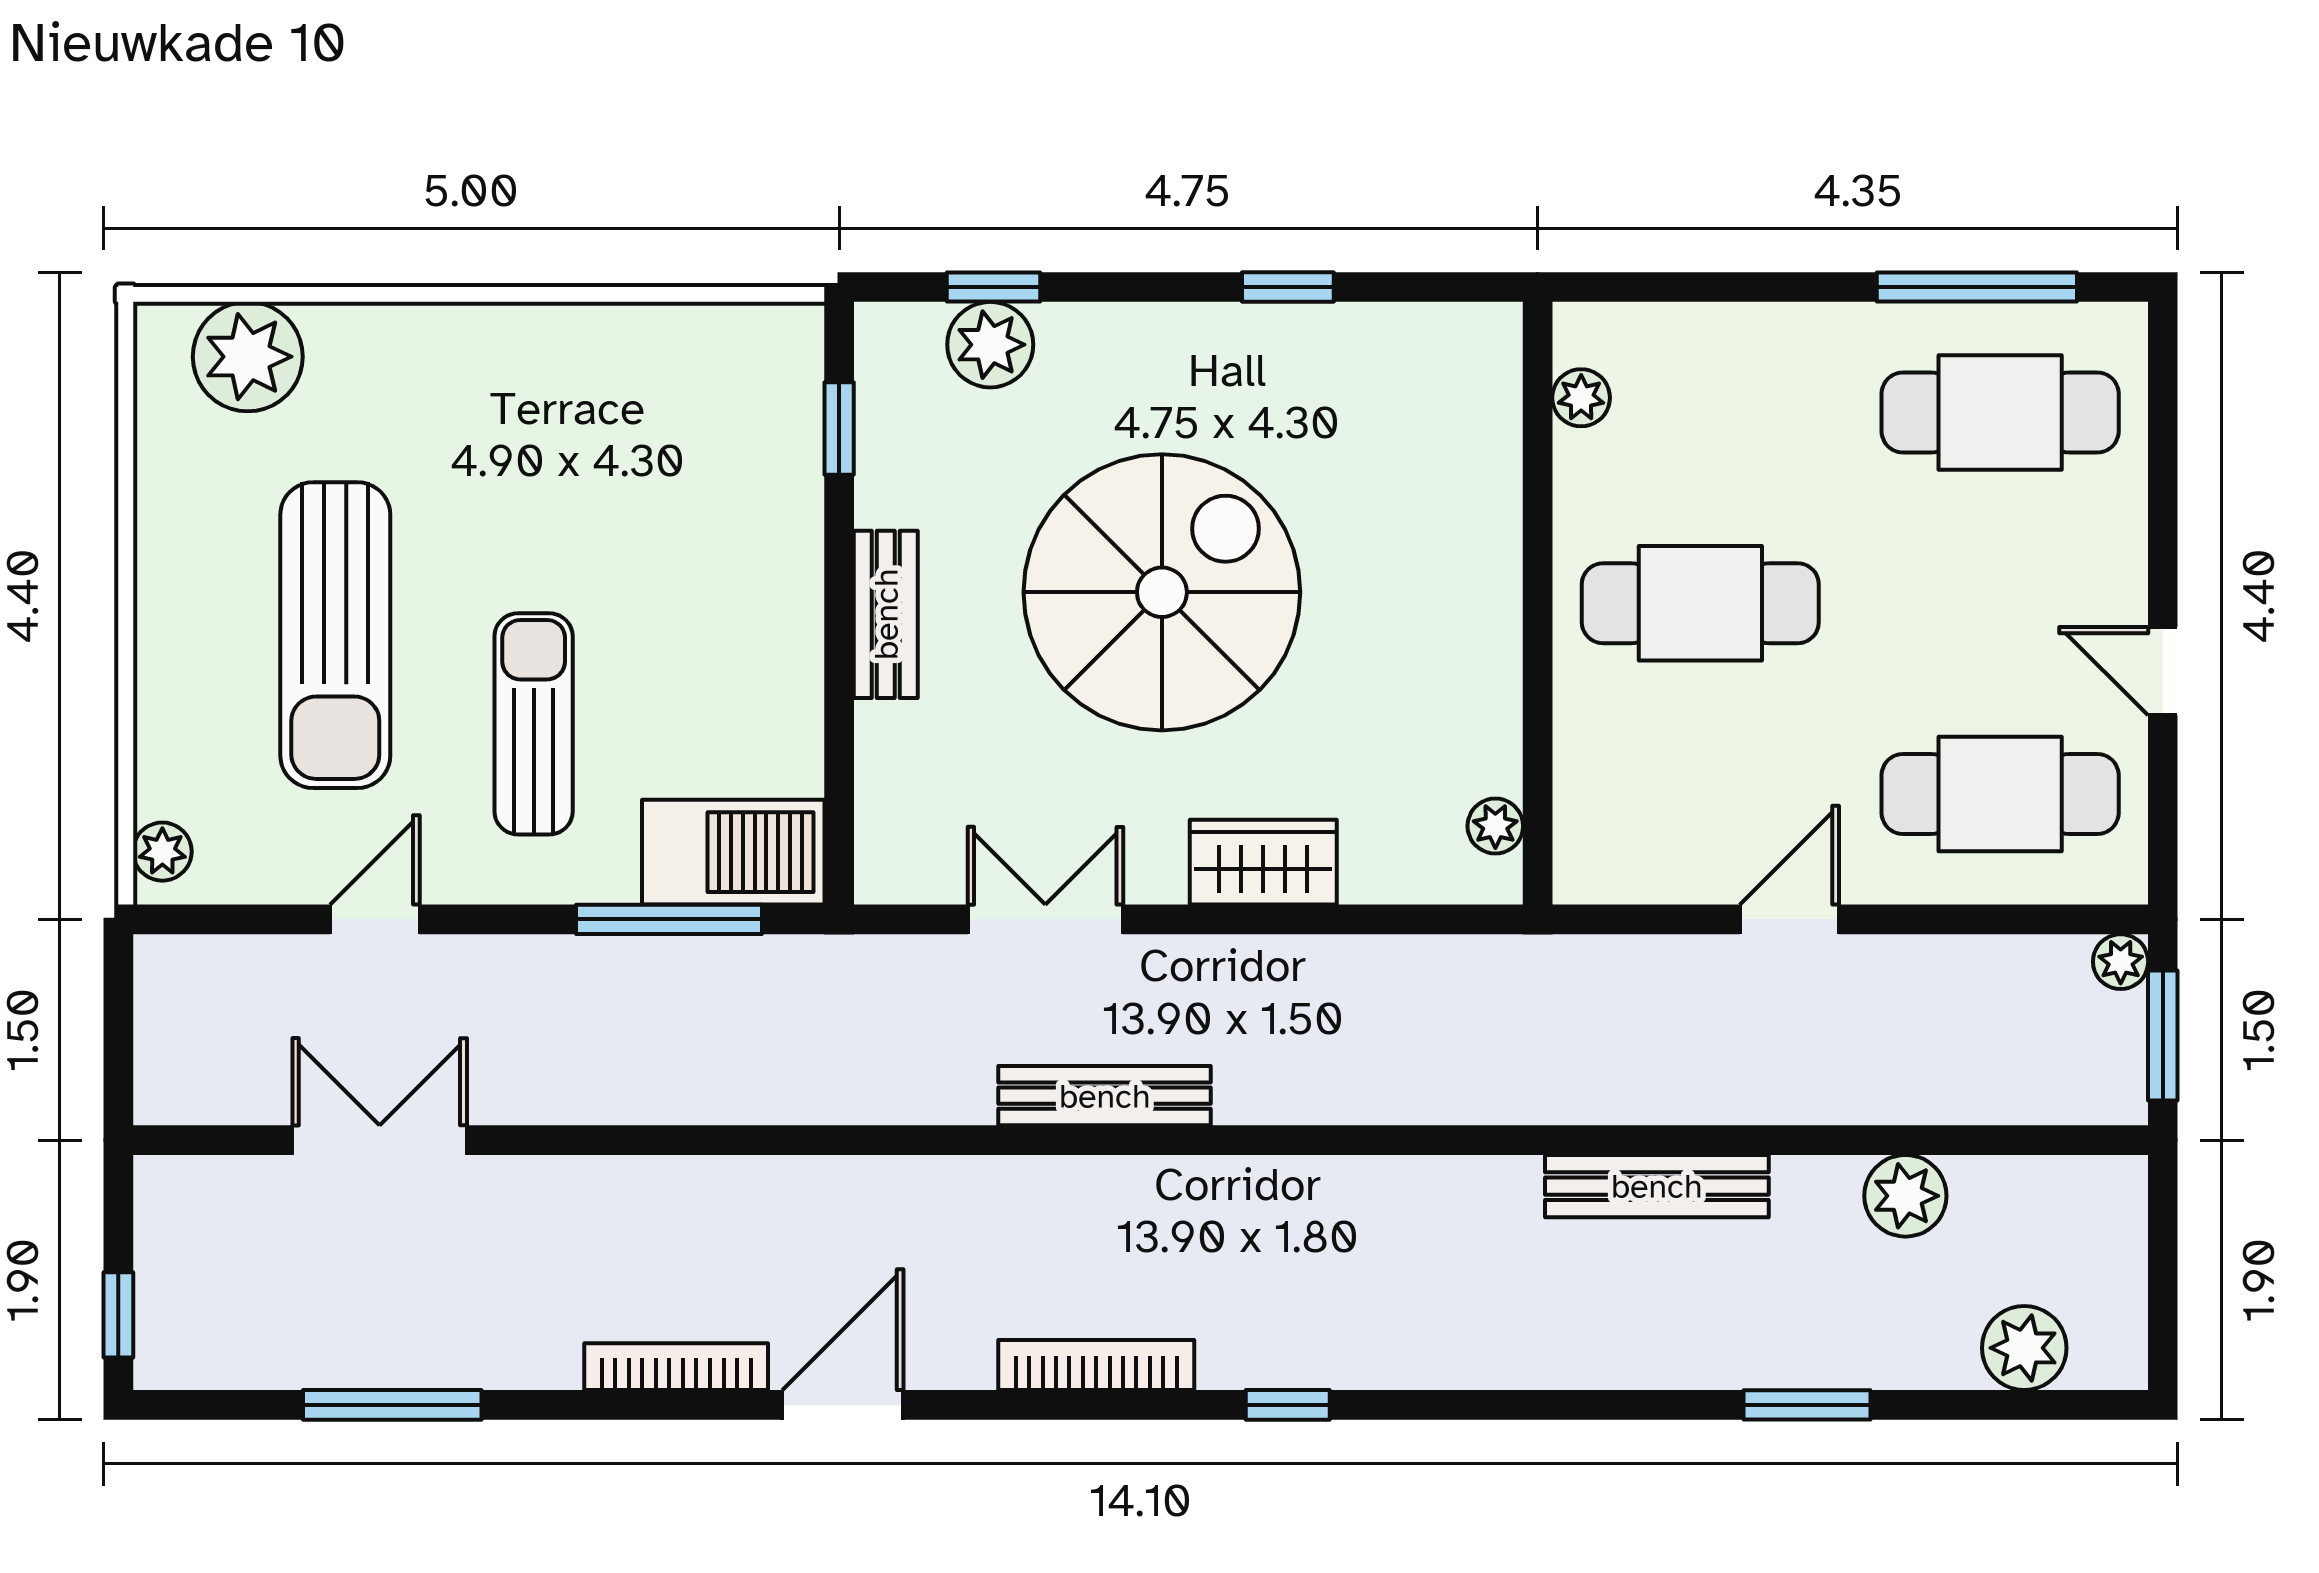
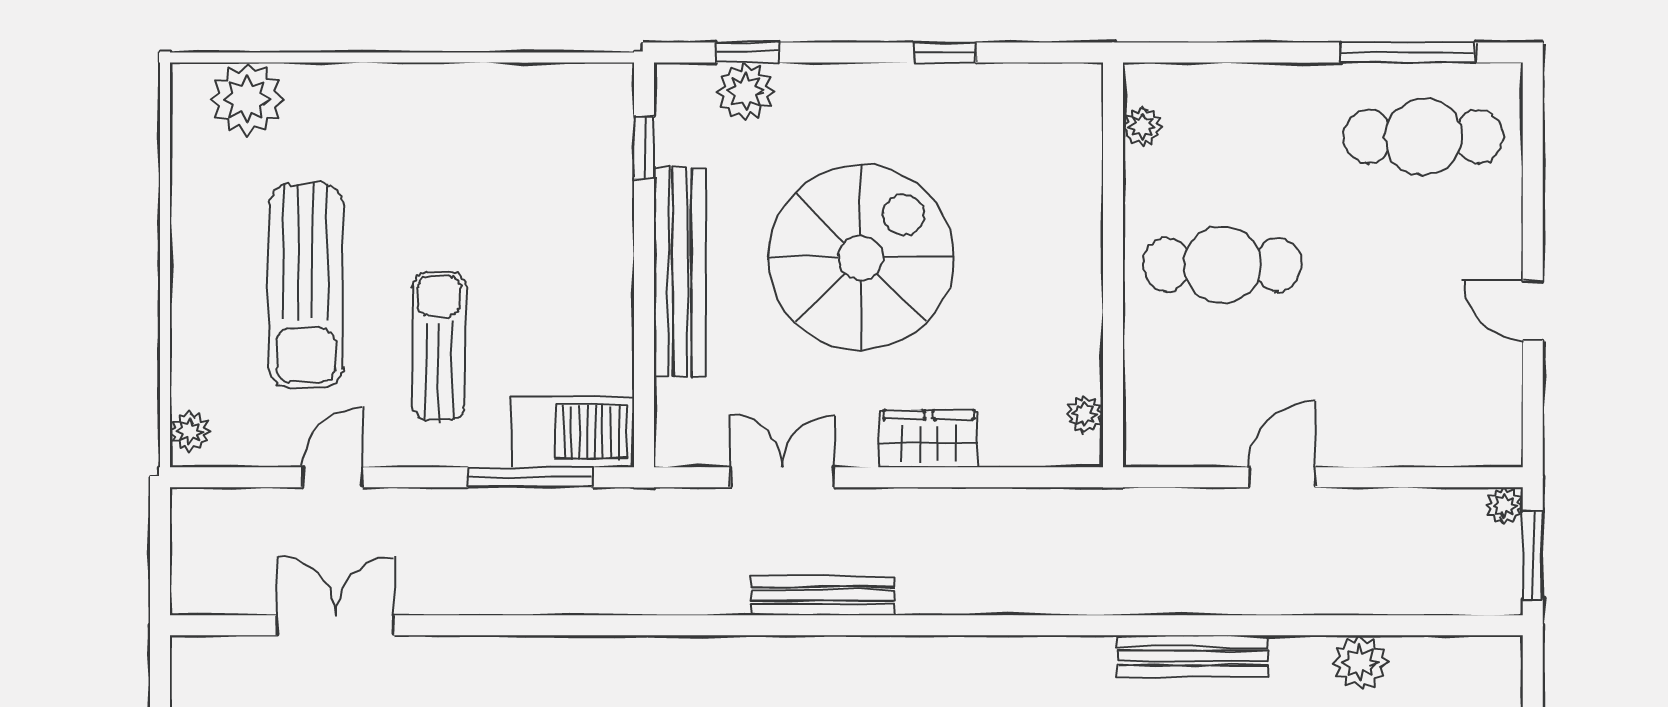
bench: (886, 614) -> (680, 272), width x1.86, depth x1.21
cafe table: (2000, 794) -> (1424, 393), removed

